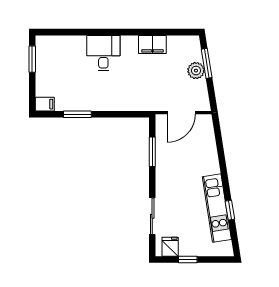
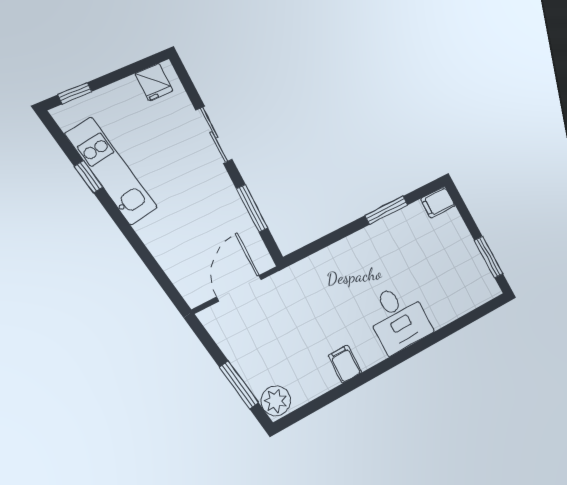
filing cabinet: (152, 44) -> (345, 364), width x0.50
plant: (196, 71) -> (276, 401), moved
sliding door: (152, 216) -> (214, 135), moved
window: (188, 259) -> (75, 93), moved

